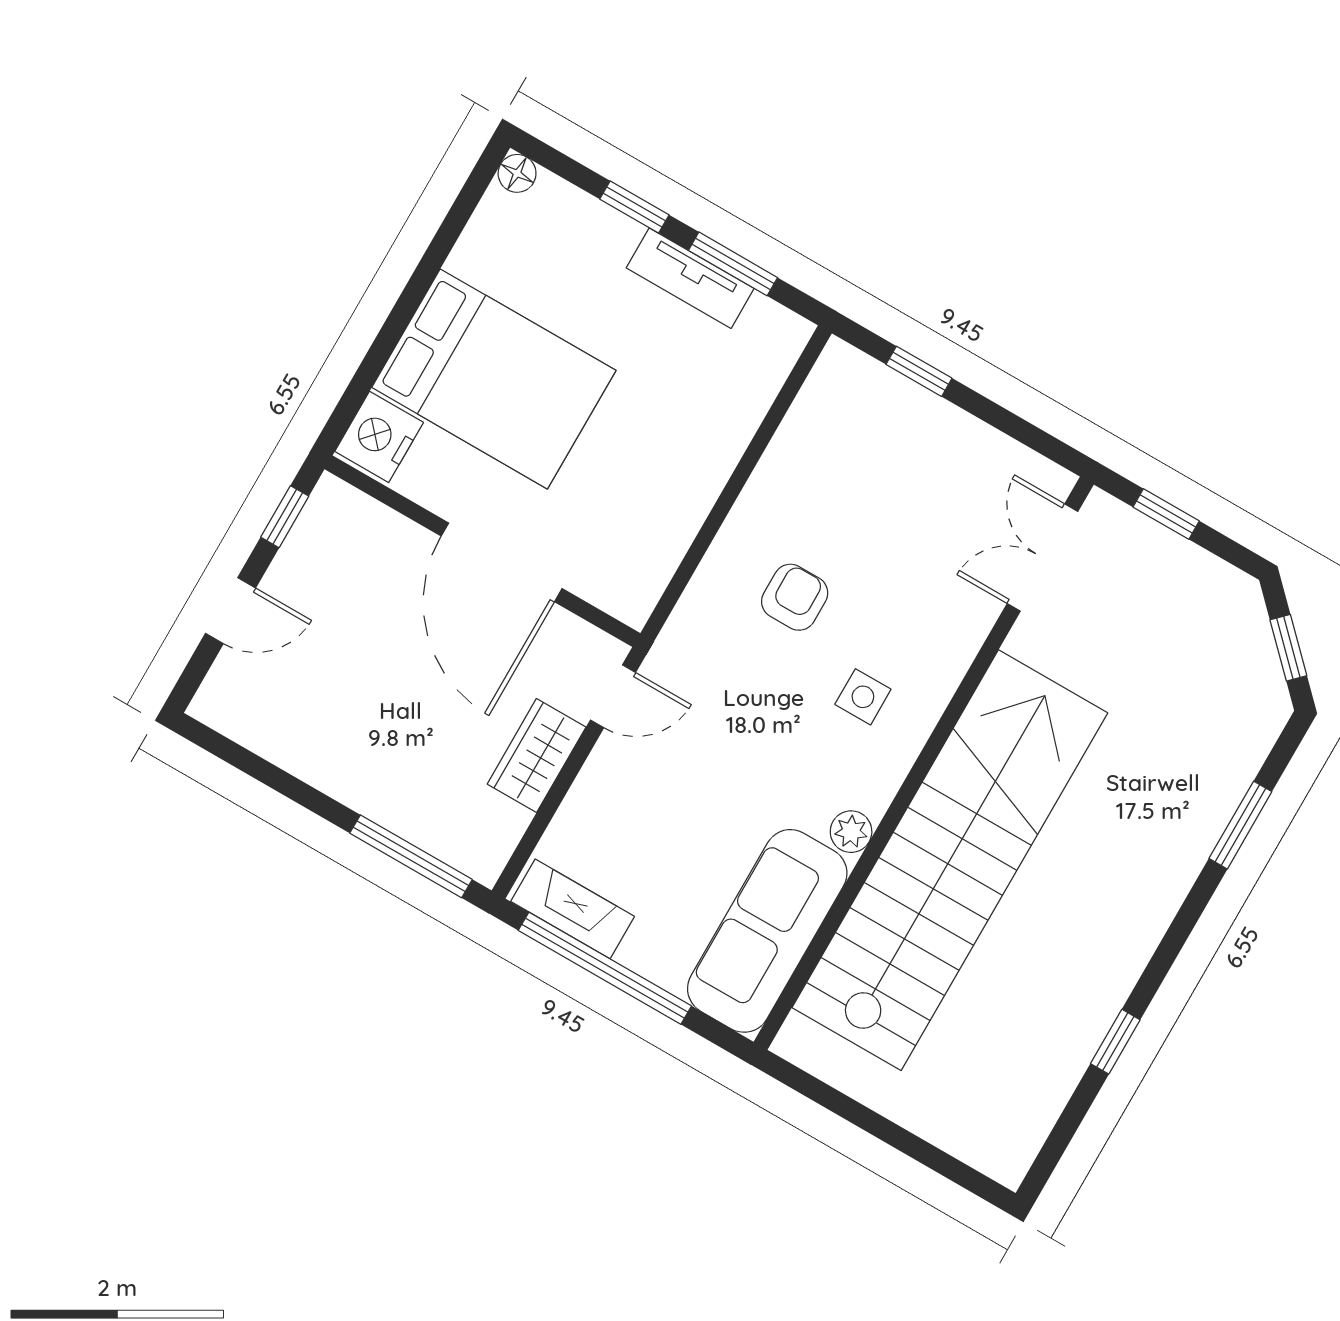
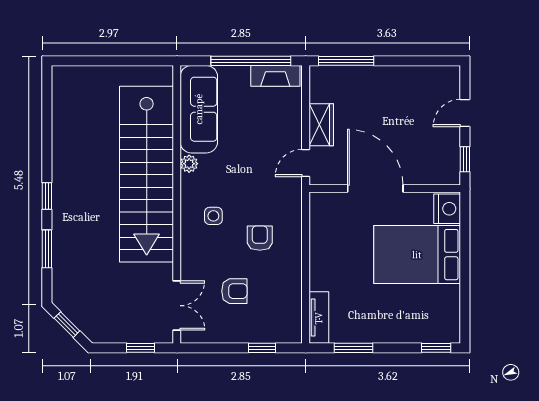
floor lamp: (517, 173) -> (452, 335), removed
window: (634, 207) -> (436, 348), moved
tv unit: (690, 278) -> (319, 318), moved, turned 90
armchair: (909, 519) -> (234, 291), added
armchair: (795, 597) -> (260, 238), turned 180
window: (1115, 1042) -> (47, 196), moved

